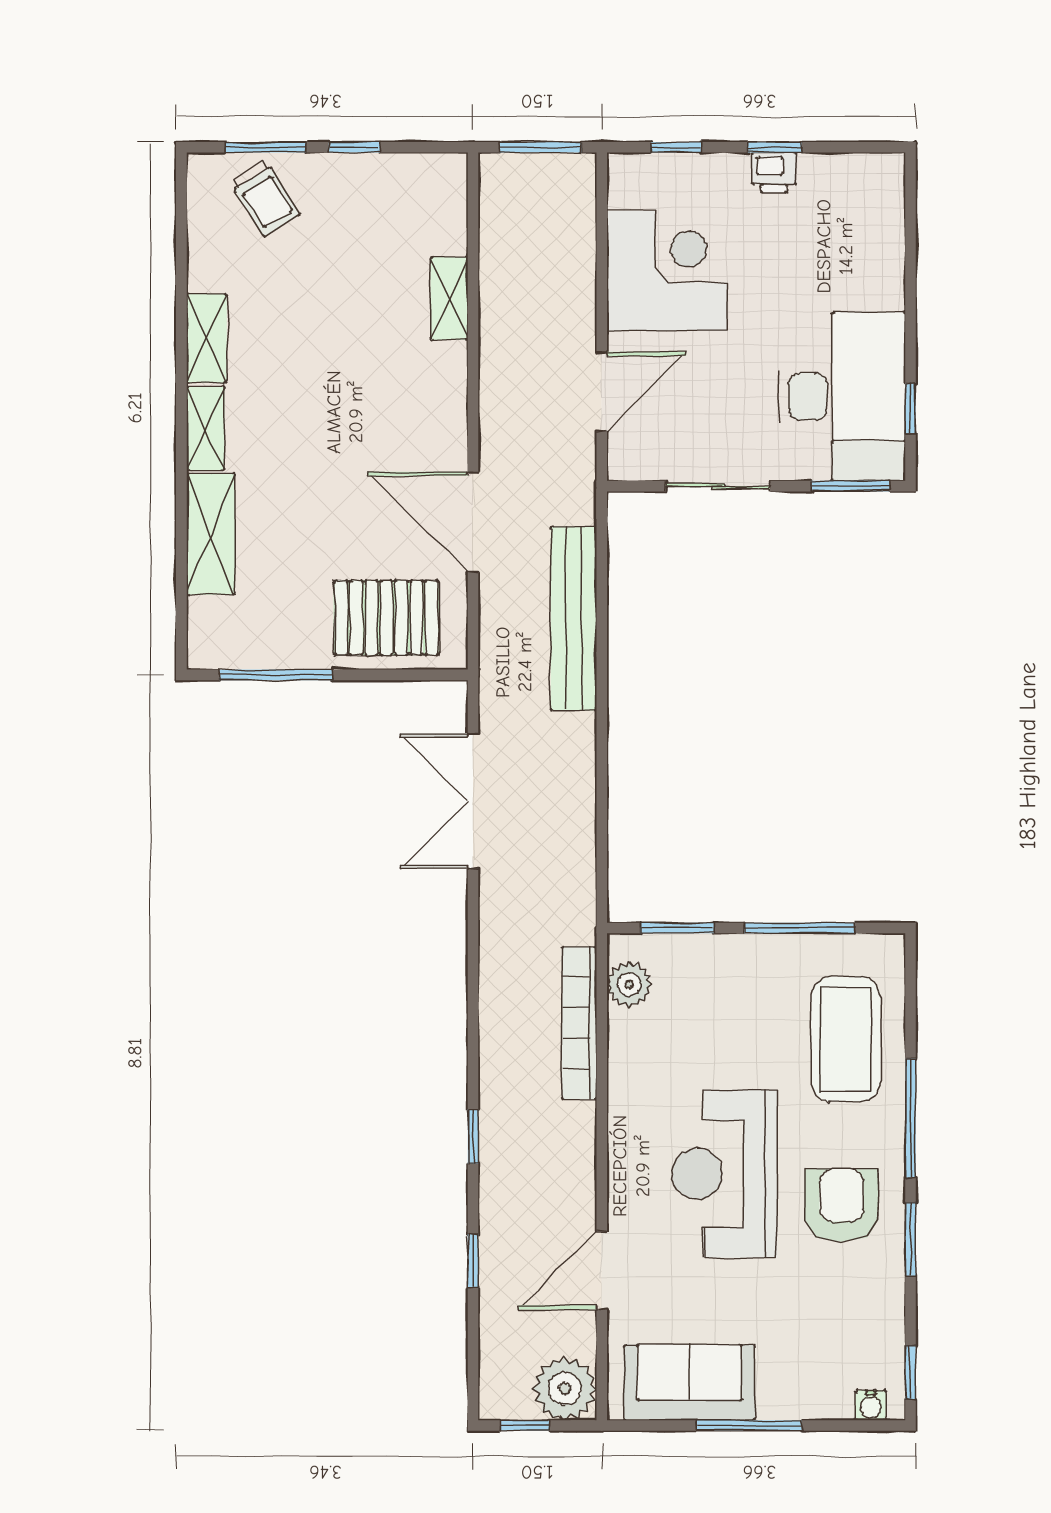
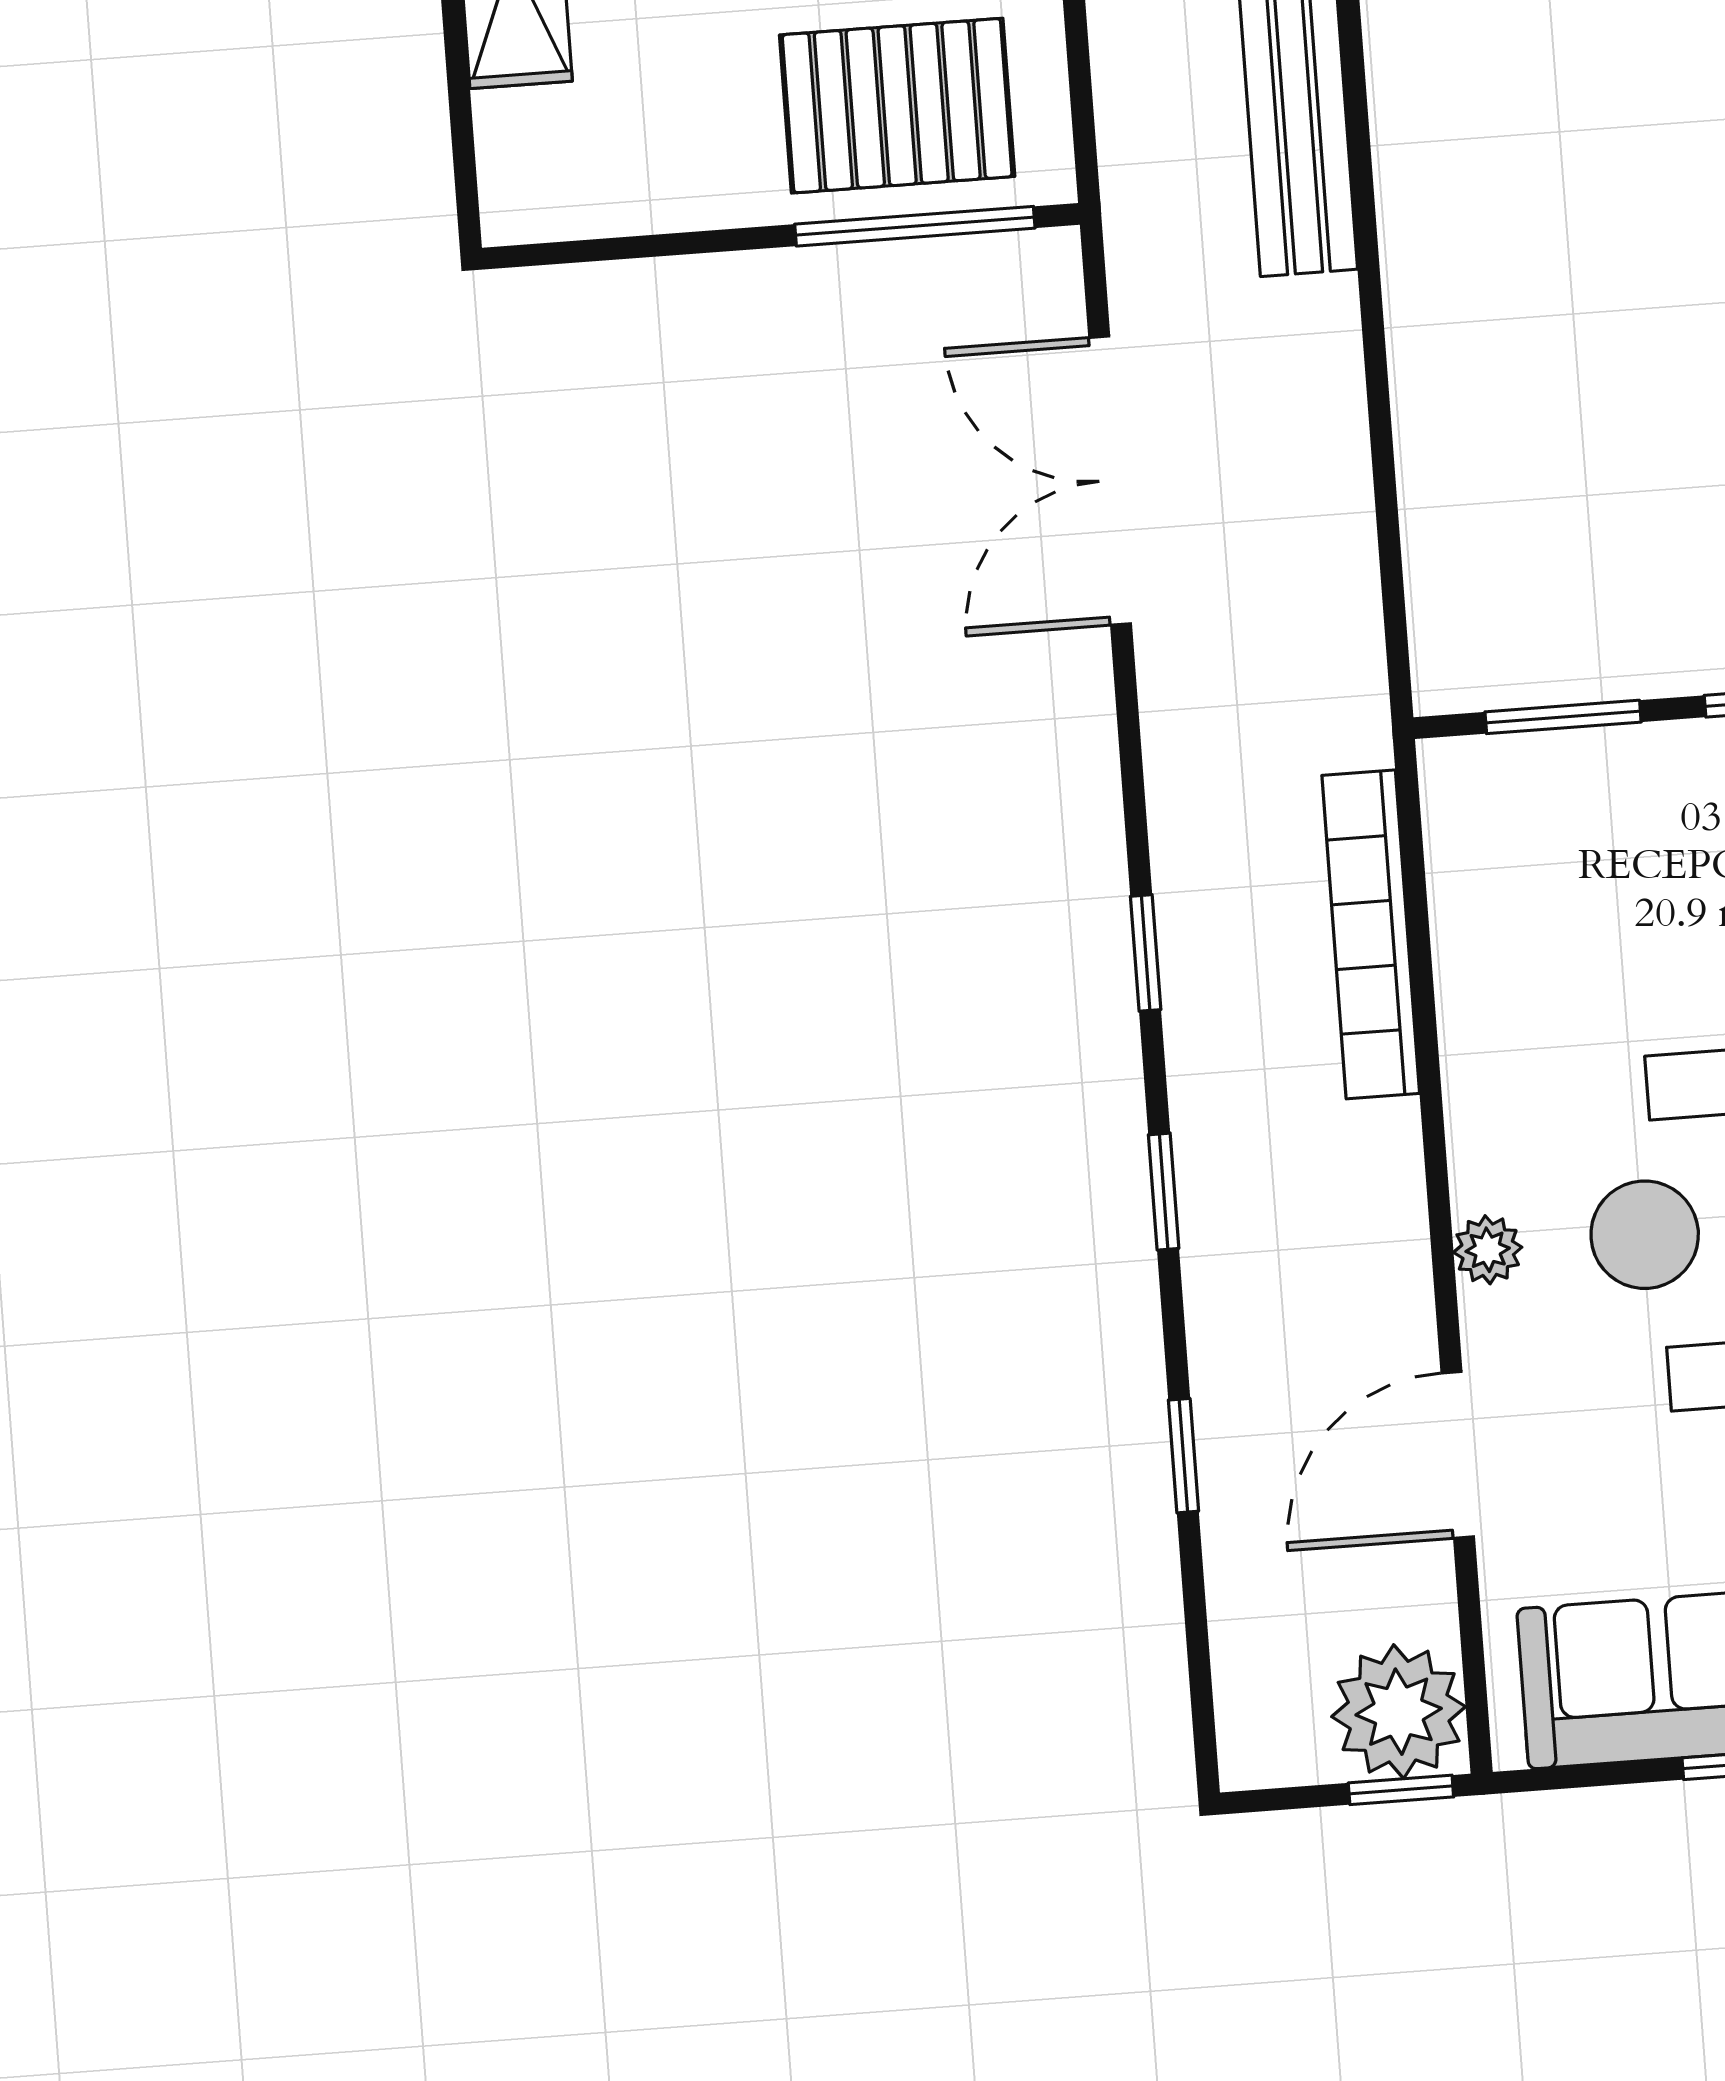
window: (276, 675) -> (915, 226), moved
plant: (629, 985) -> (1488, 1250), moved, width x0.73, depth x0.73
window: (473, 1024) -> (1146, 953), added
window: (525, 1426) -> (1401, 1790), moved

